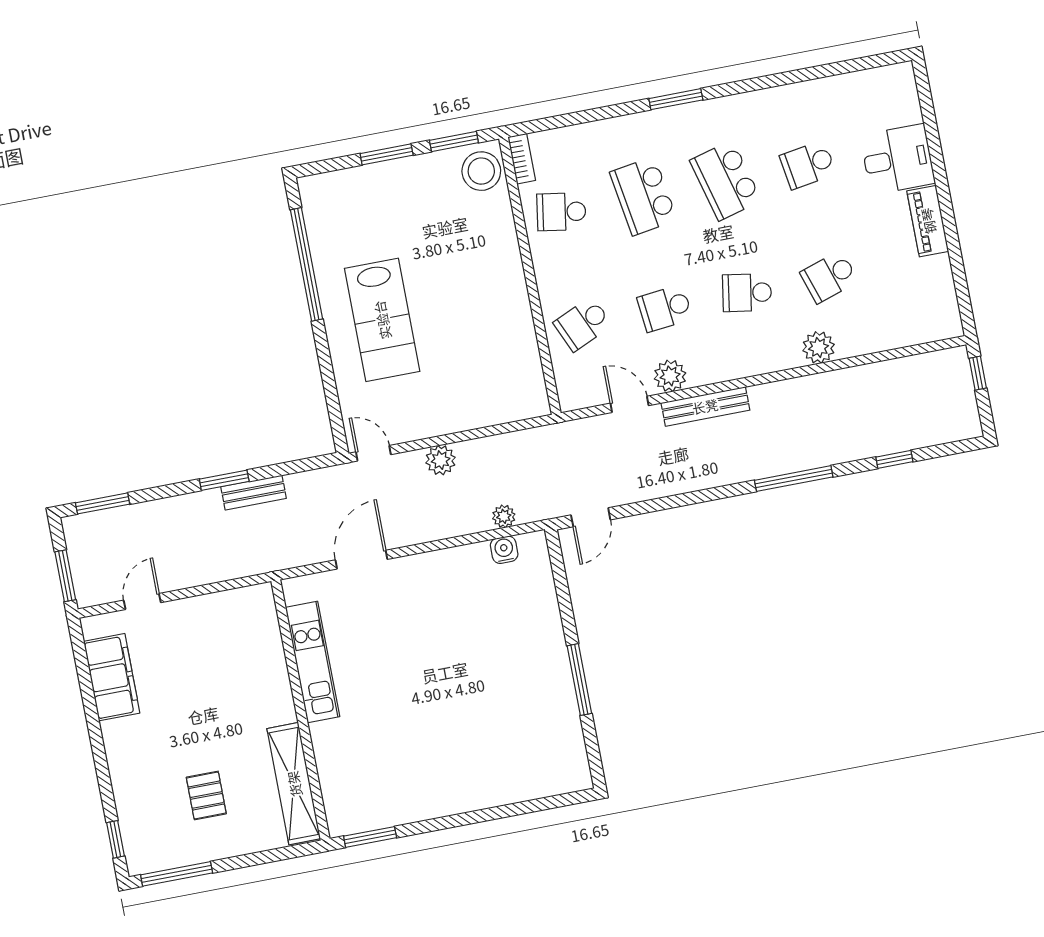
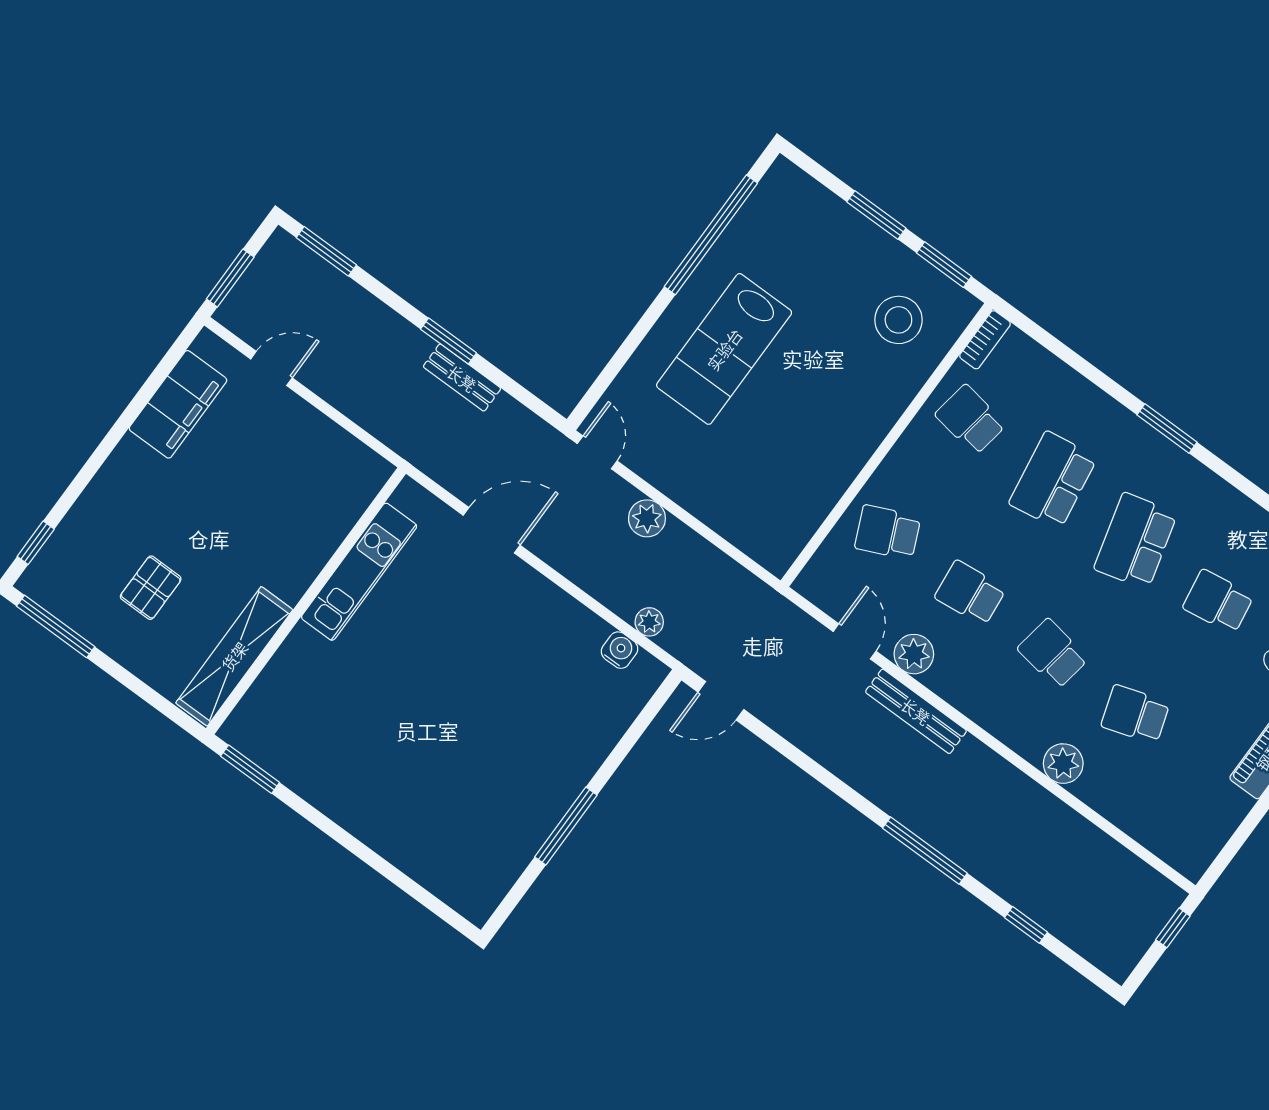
stool: (481, 171) -> (898, 320), moved

